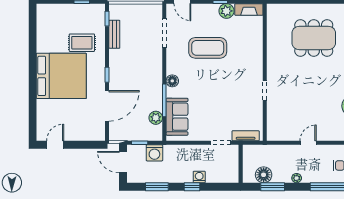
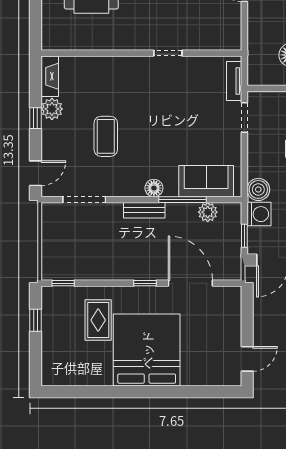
bench: (114, 34) -> (144, 210), moved
coffee table: (208, 48) -> (106, 136), width x0.73, depth x0.76
door: (55, 145) -> (247, 359), swing flipped
boiler: (171, 152) -> (258, 189), added

